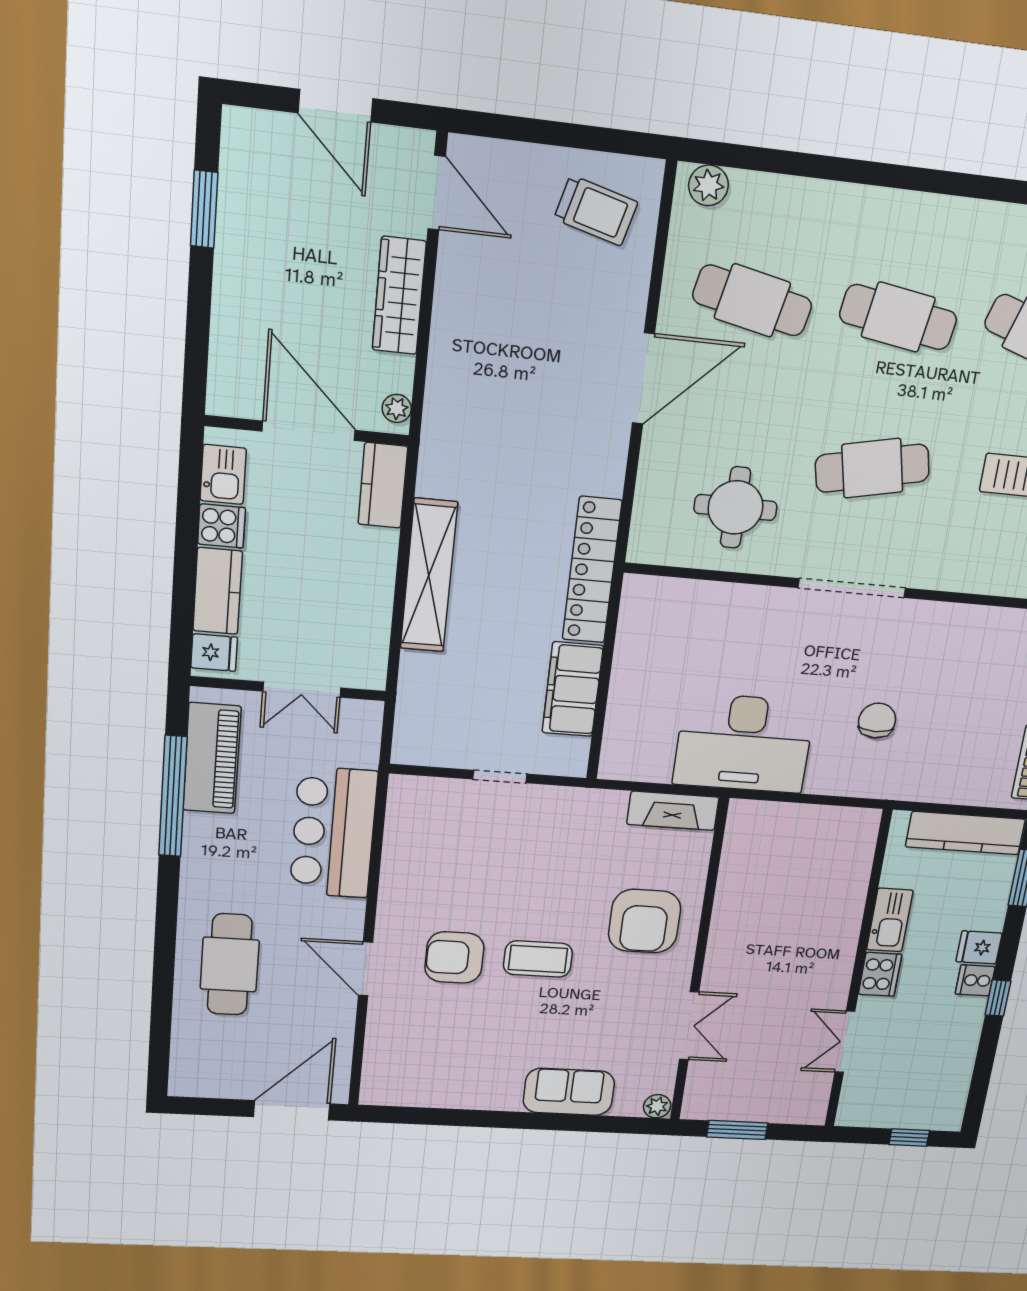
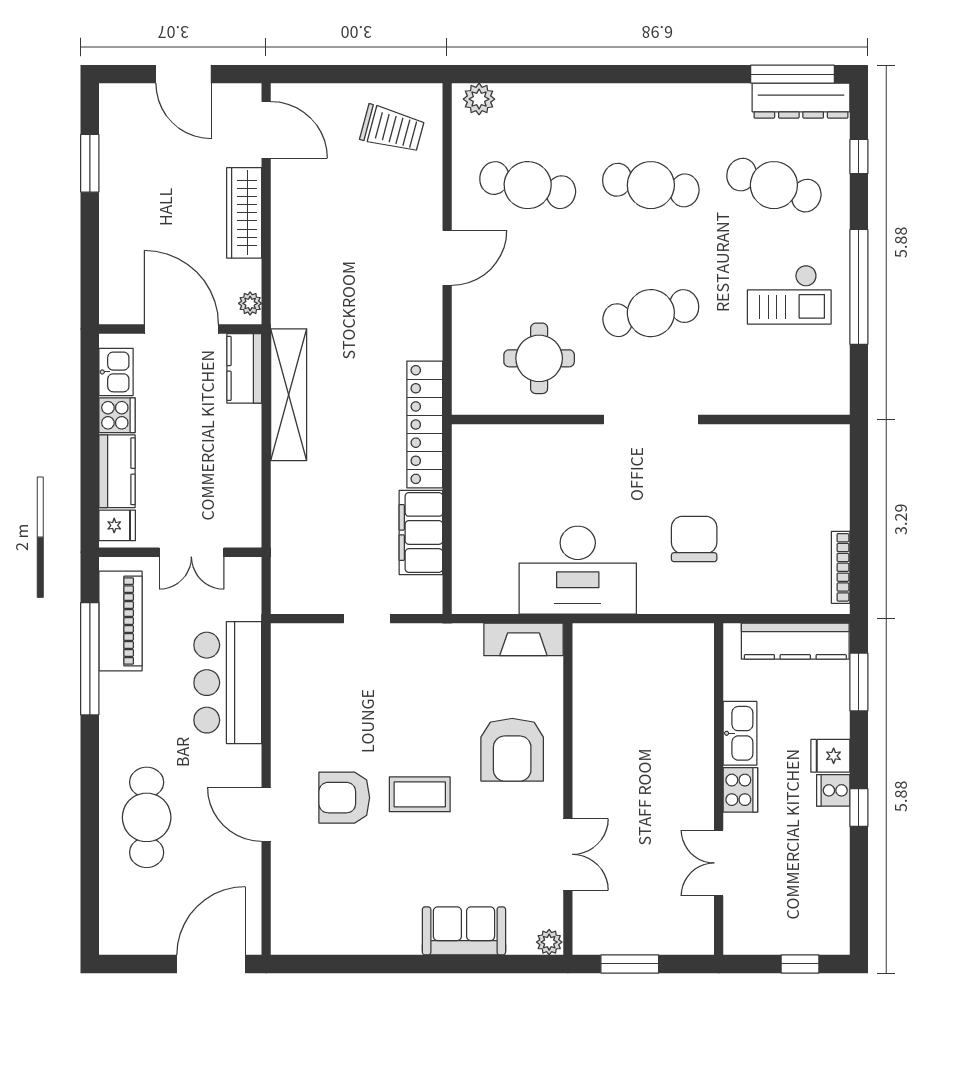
door: (643, 378) -> (447, 258), width x0.73
shelving: (429, 576) -> (289, 395), moved
chair: (877, 721) -> (694, 539), width x1.37, depth x1.37

